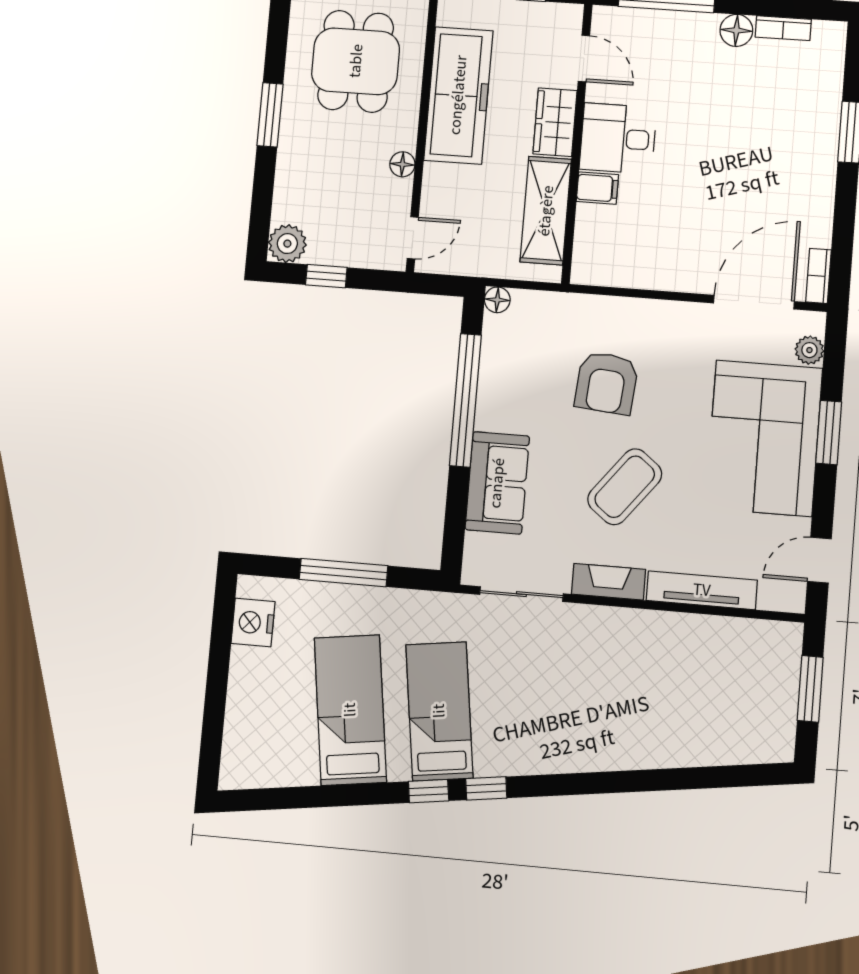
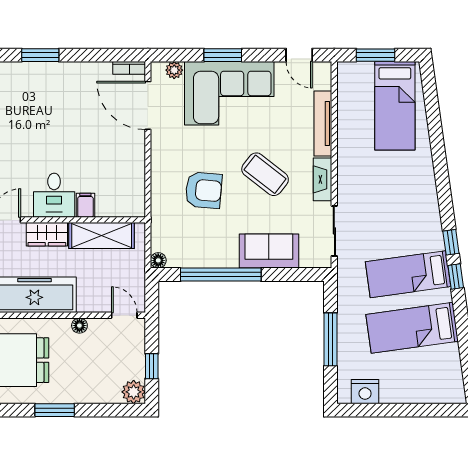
bed: (722, 714) -> (395, 106), added

